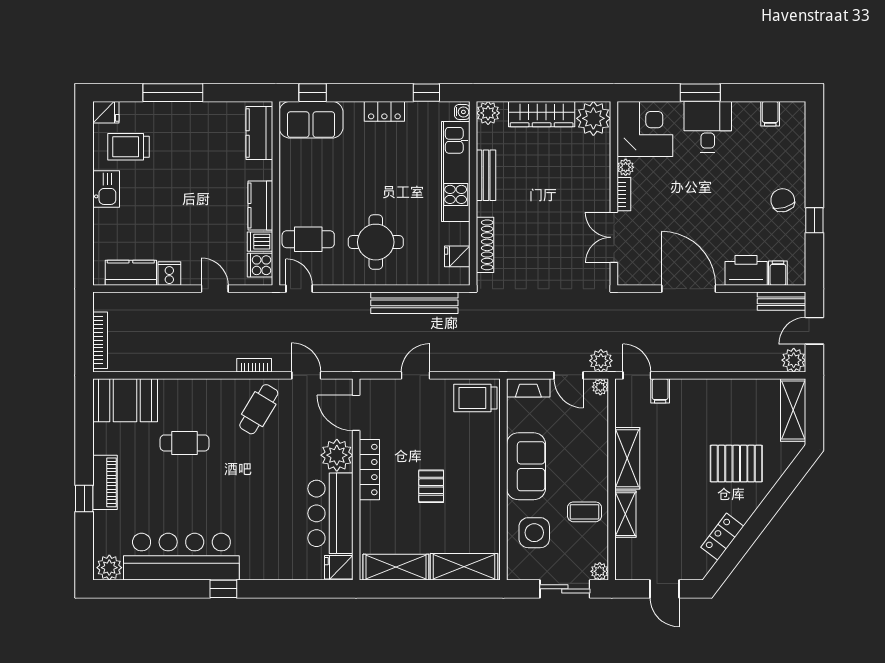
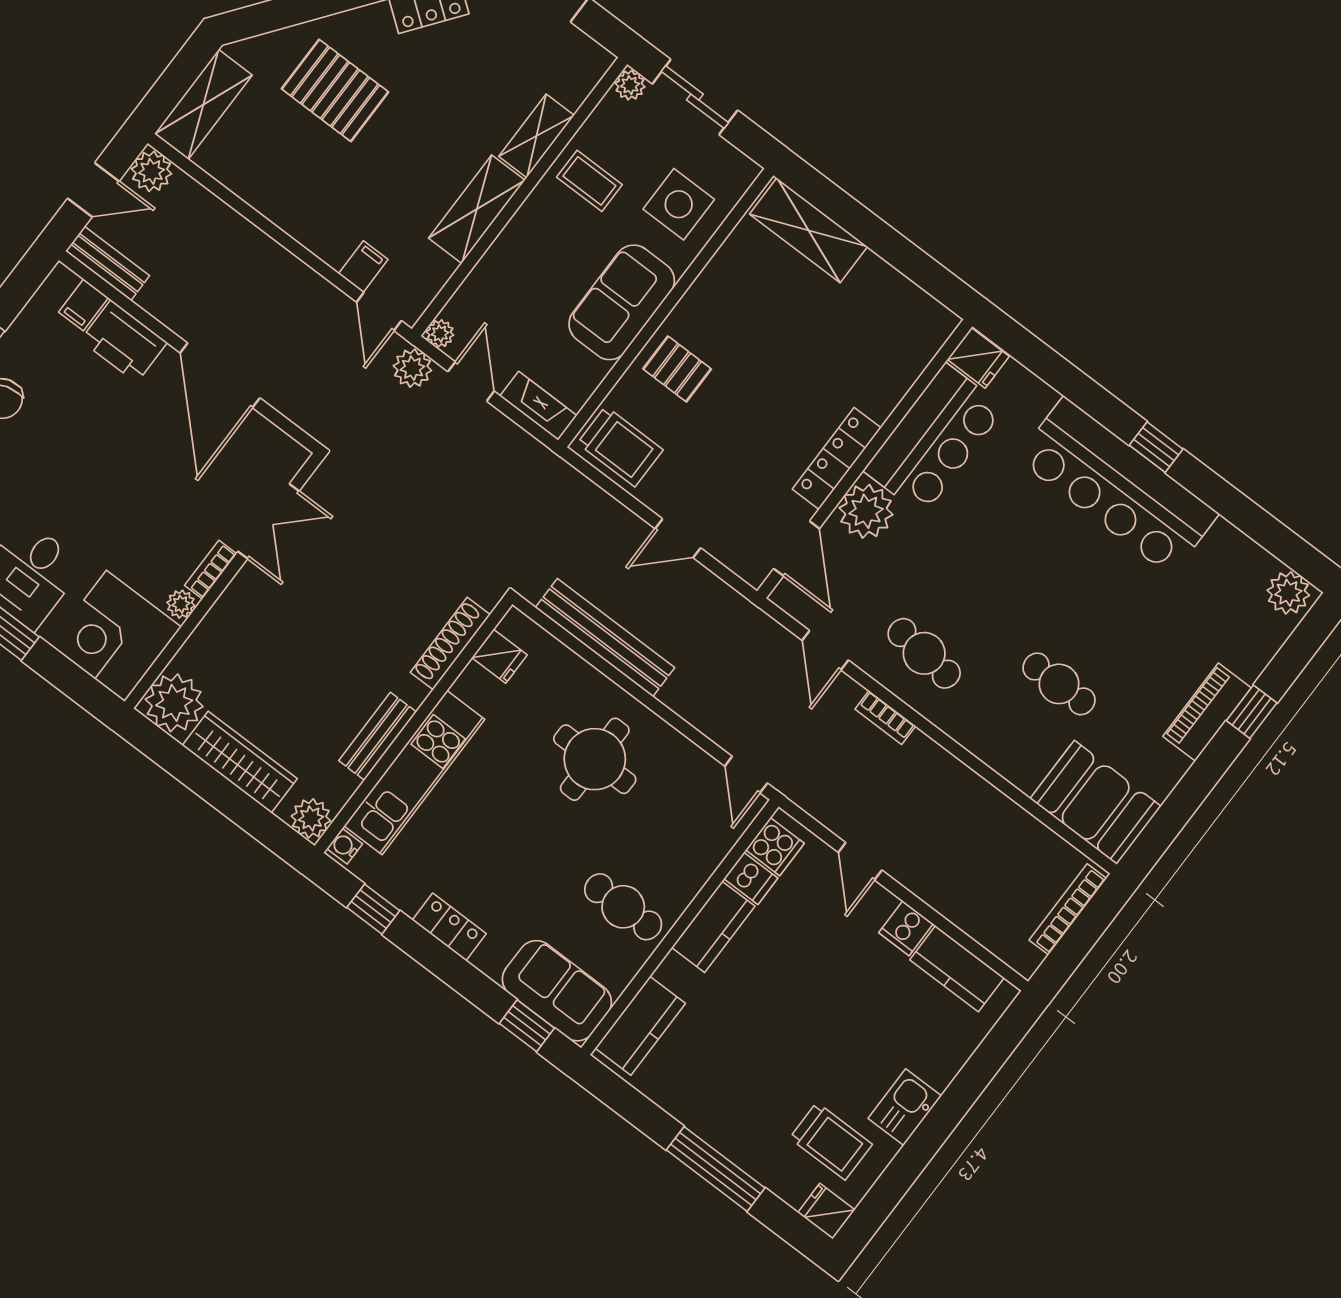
cafe table: (308, 239) -> (623, 907), moved
cafe table: (259, 409) -> (924, 653), turned 65
pallet: (431, 486) -> (677, 369), moved, turned 90
bar counter: (181, 557) -> (1117, 486), moved
shelving: (396, 567) -> (901, 300), removed

